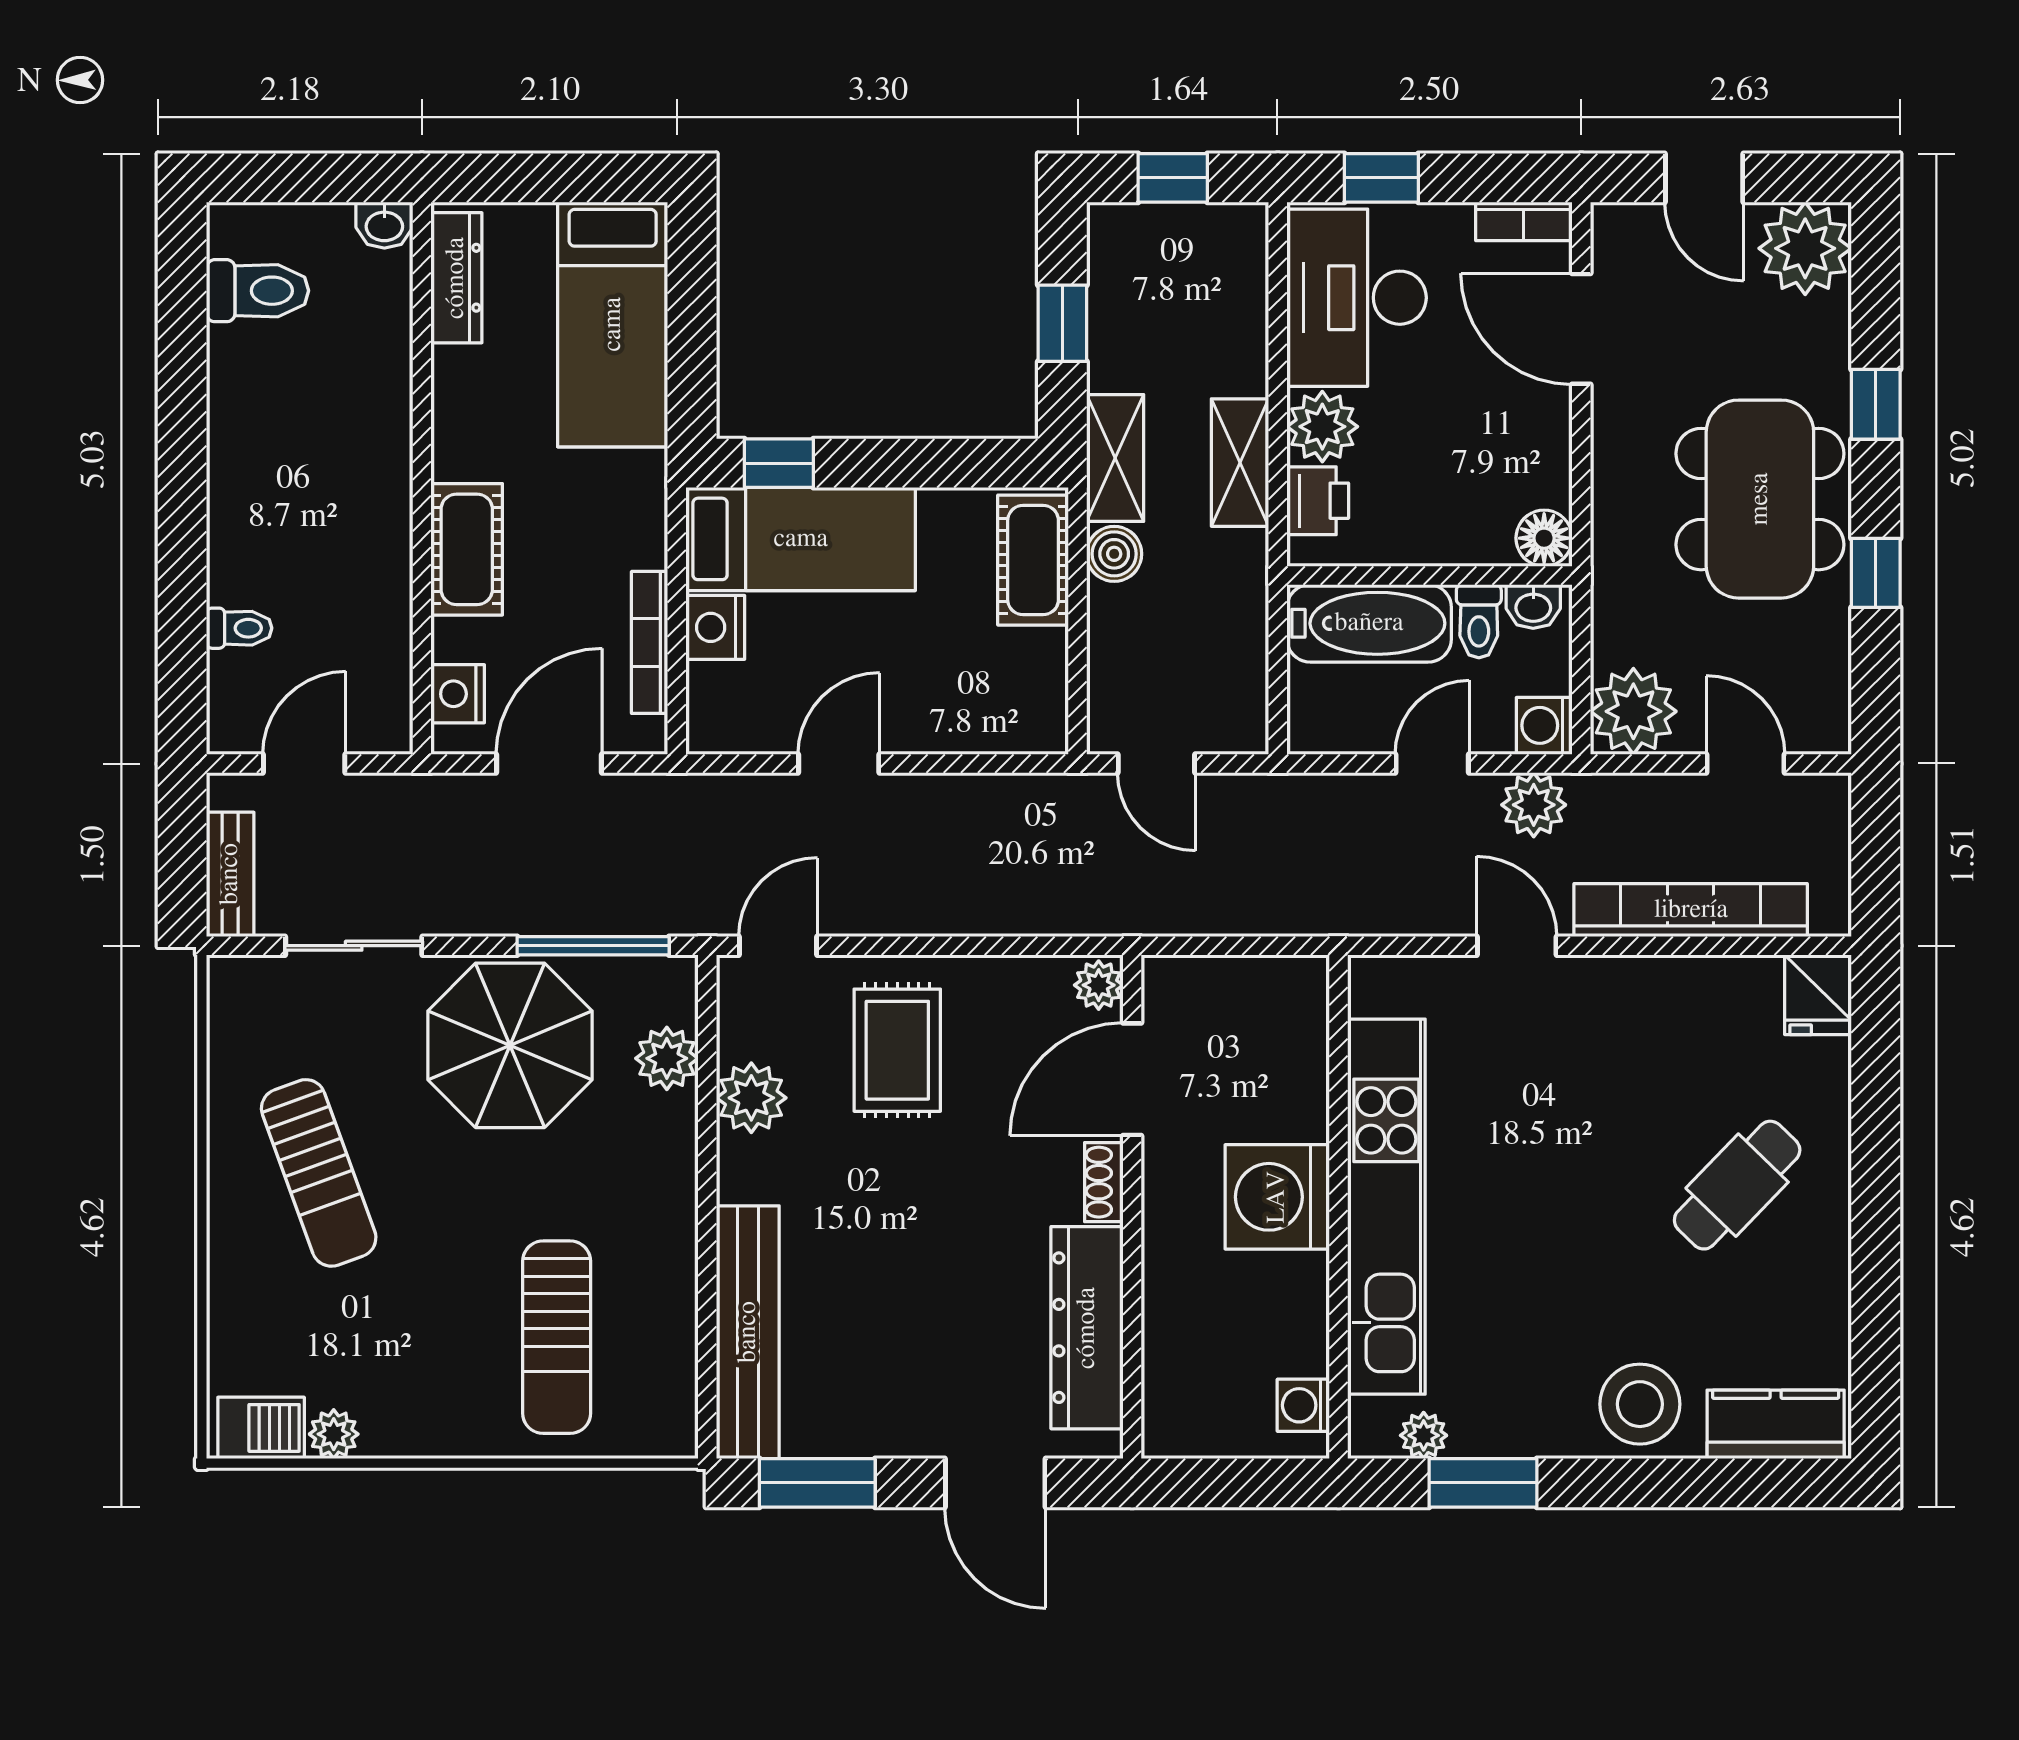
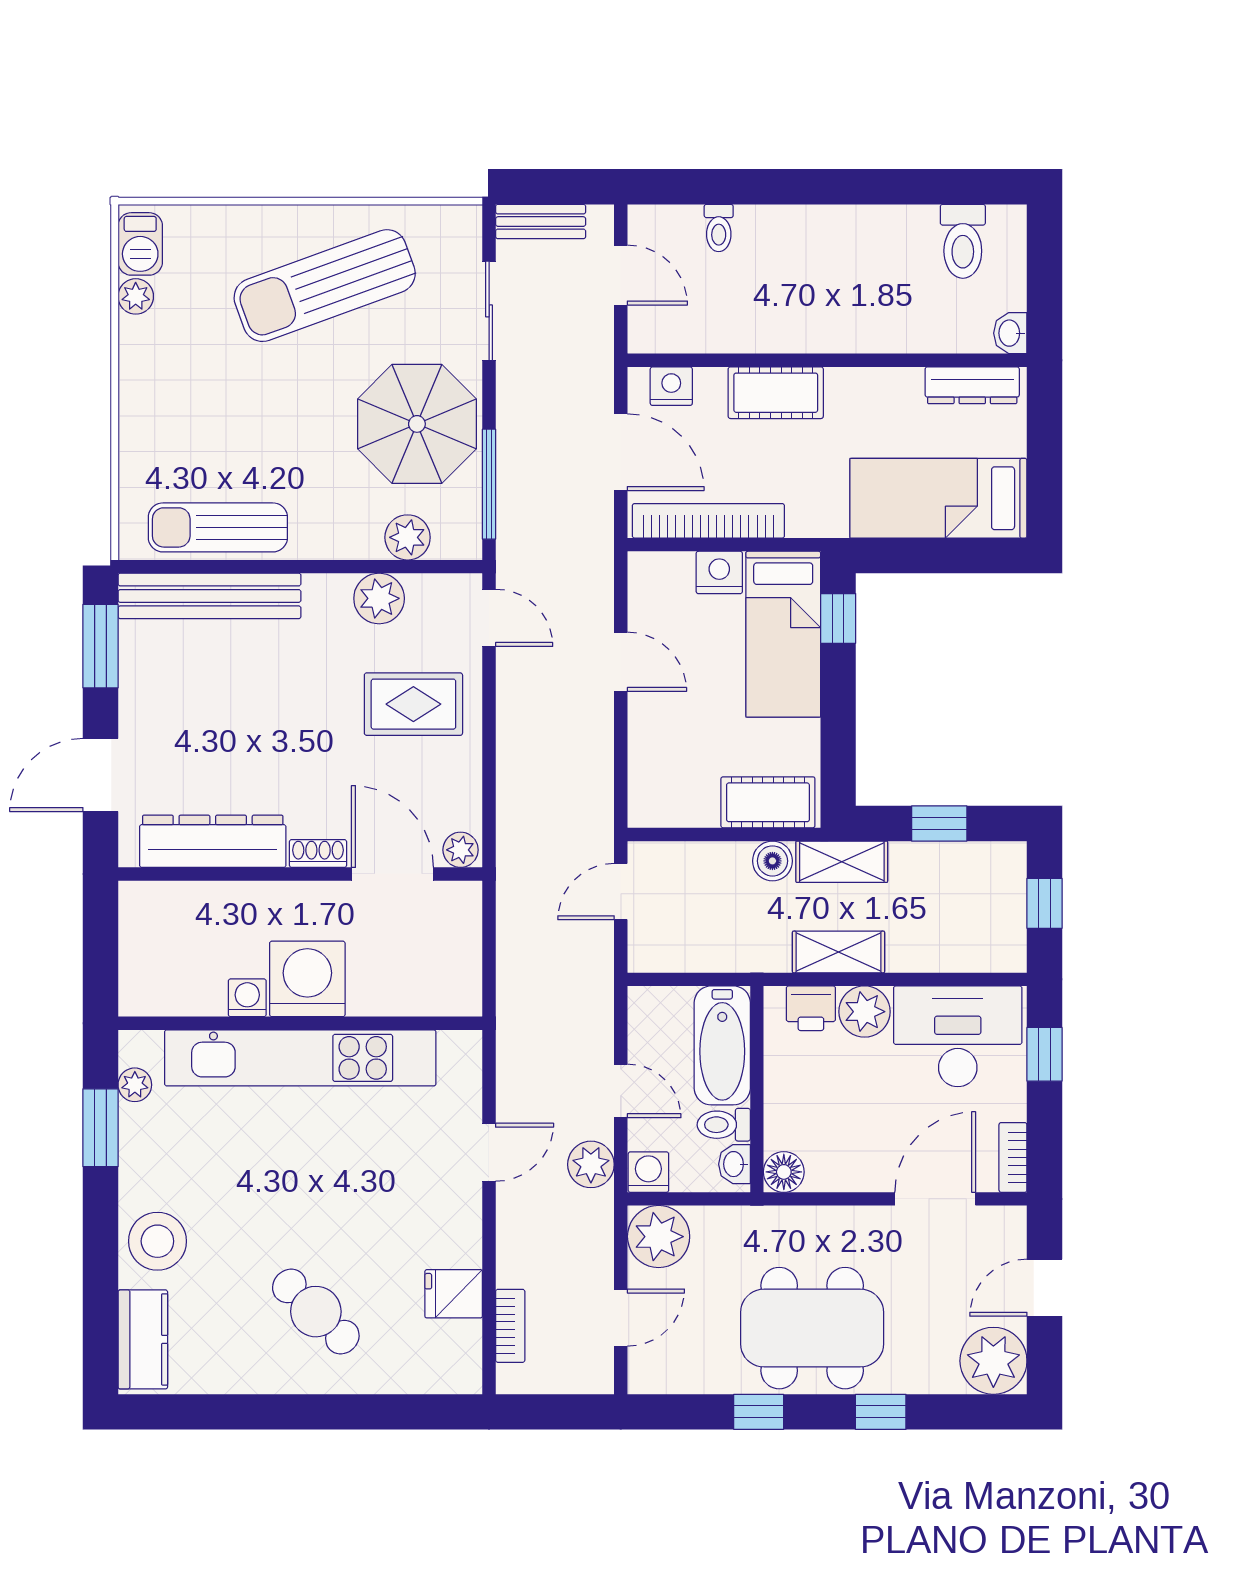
bookcase: (650, 642) -> (708, 521), width x1.48, depth x1.31
bookcase: (1691, 910) -> (510, 1326), width x0.43, depth x0.76
fridge: (1818, 995) -> (454, 1294), moved
sun lounger: (319, 1173) -> (325, 286), width x1.36, depth x1.34
sun lounger: (557, 1337) -> (218, 527), moved
washing machine: (1303, 1405) -> (247, 998), moved

